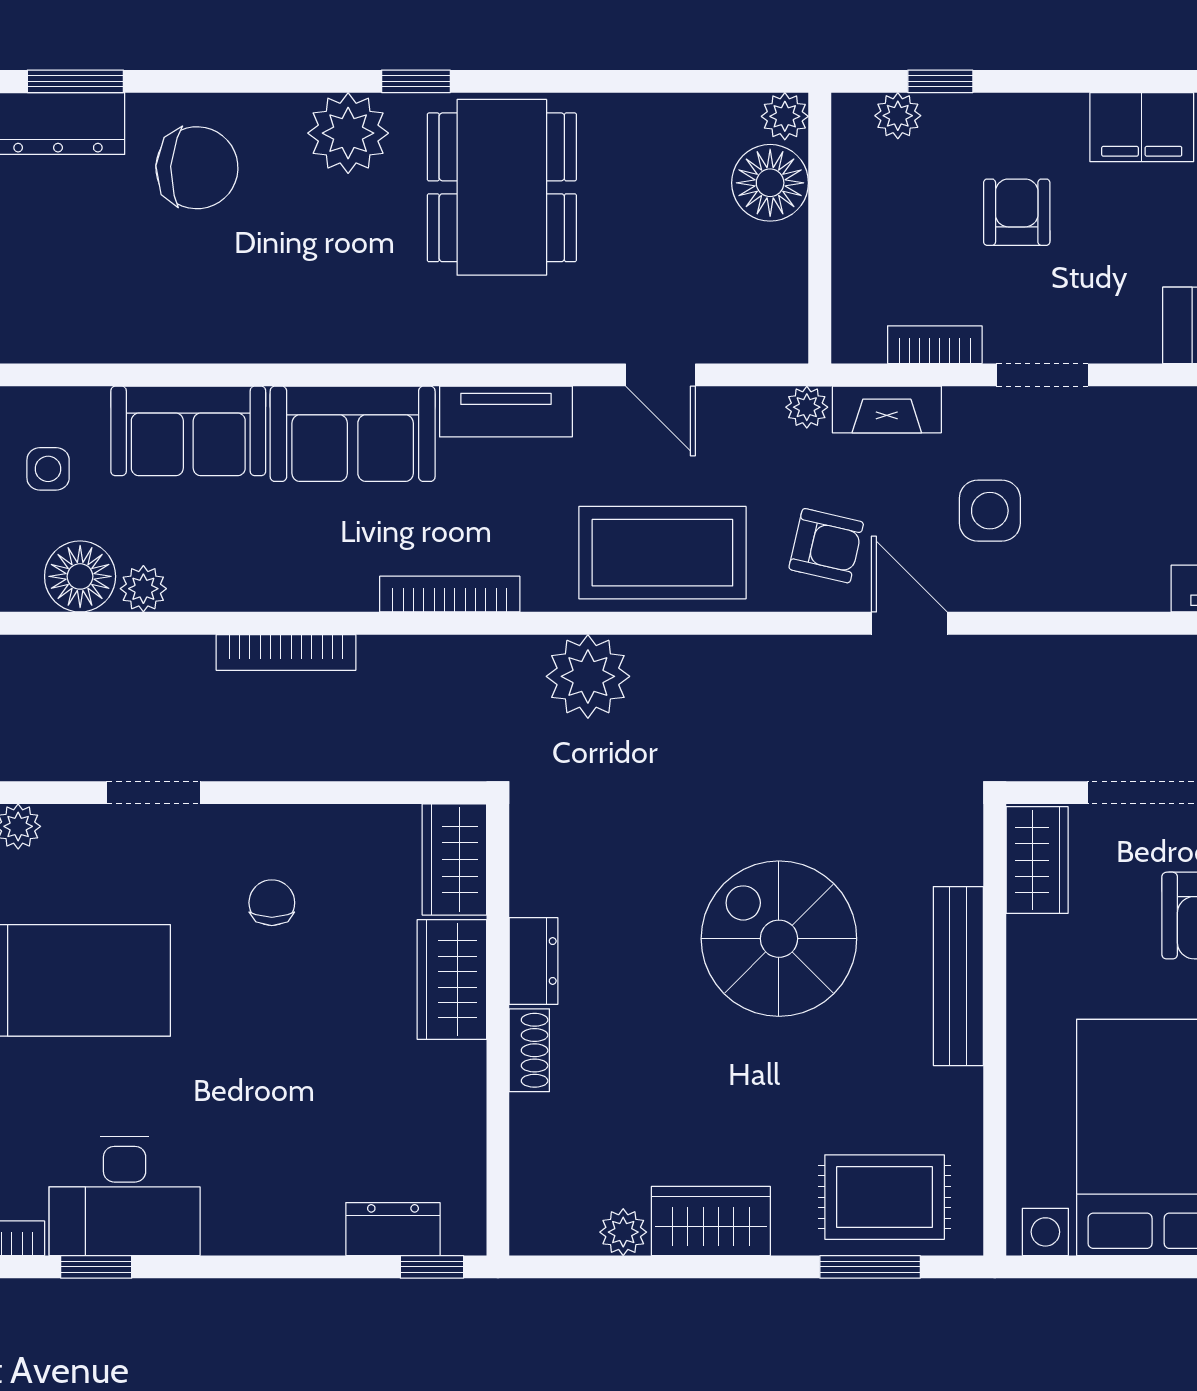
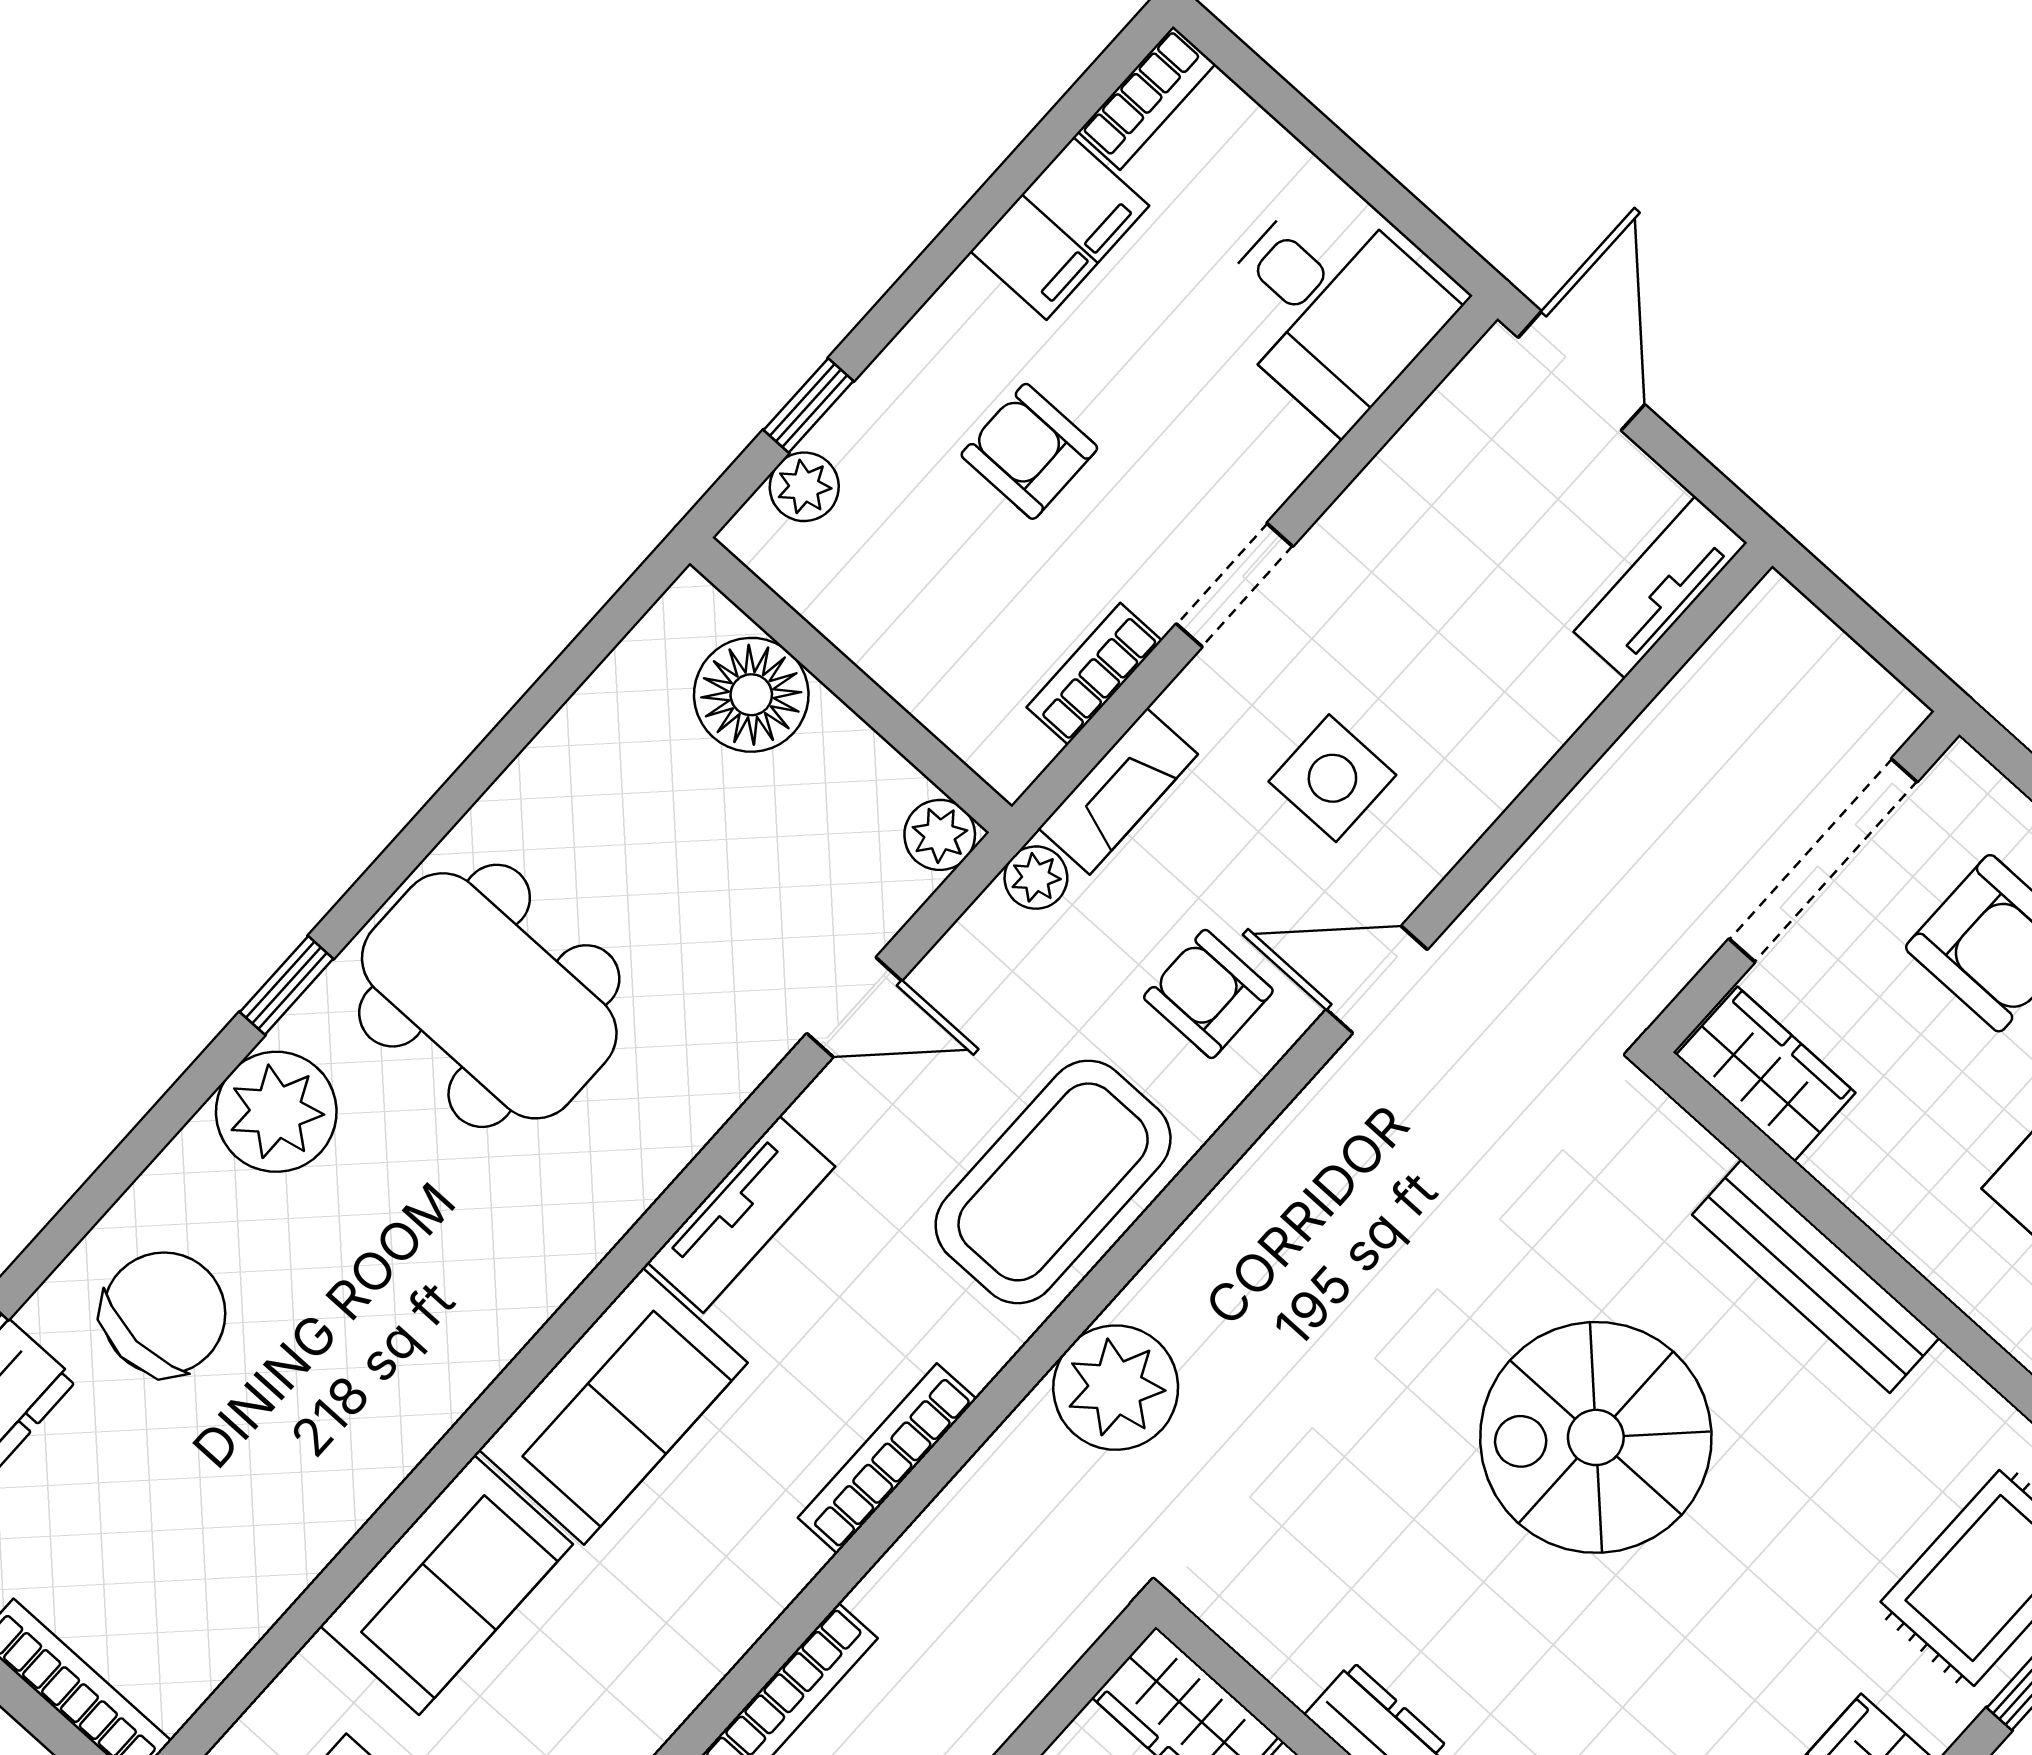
plant: (785, 116) -> (940, 835), moved
armchair: (826, 546) -> (1208, 994), turned -103

